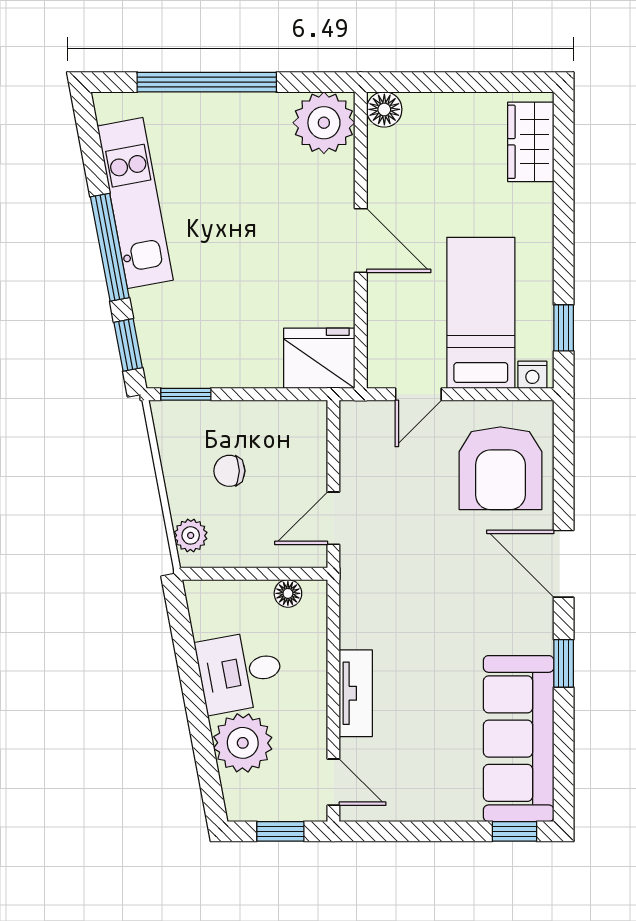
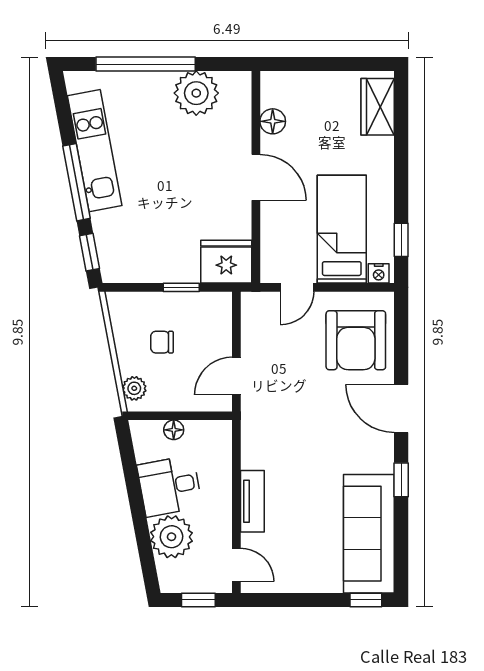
floor lamp: (384, 109) -> (273, 121), moved
plant: (324, 123) -> (196, 93), moved
window: (186, 394) -> (181, 287), moved
floor lamp: (288, 593) -> (174, 430), moved

